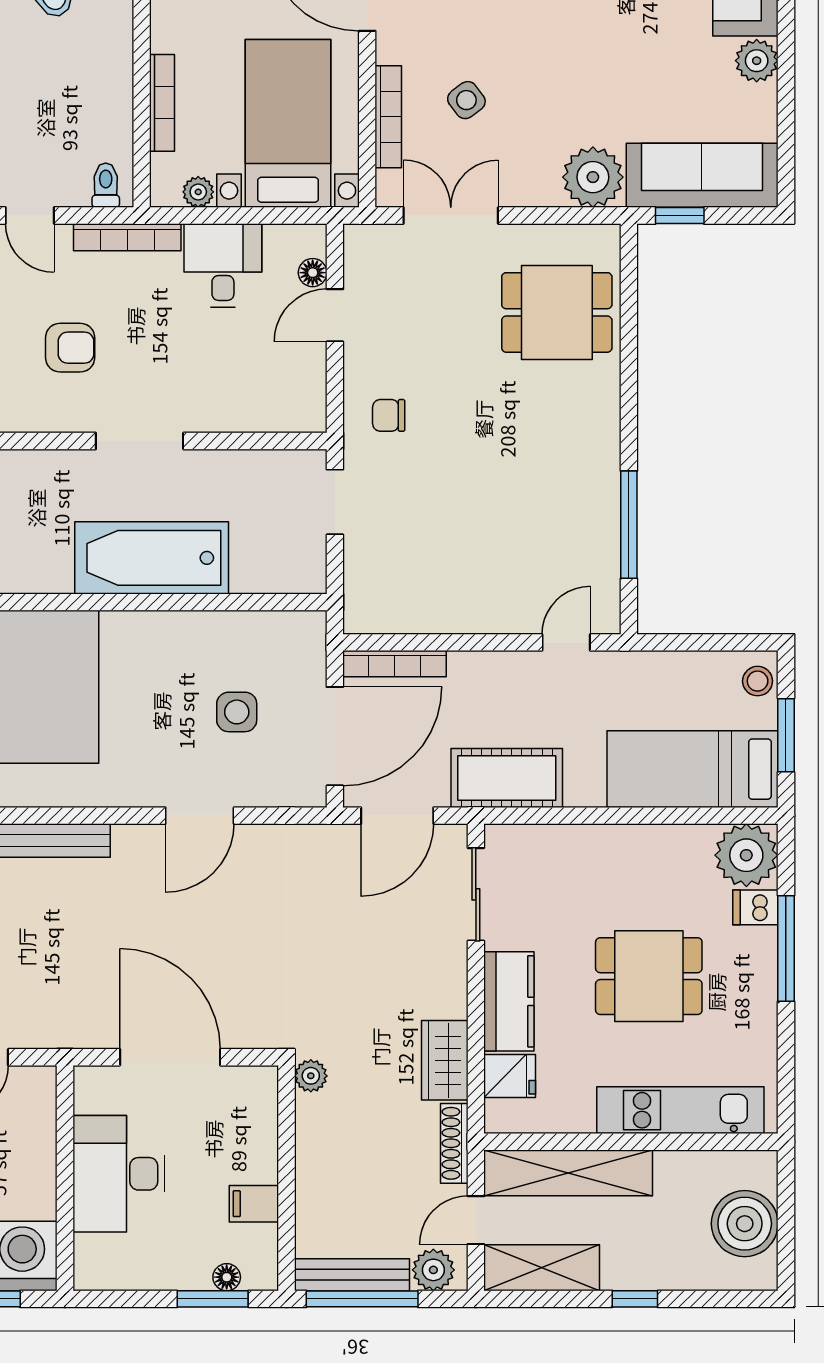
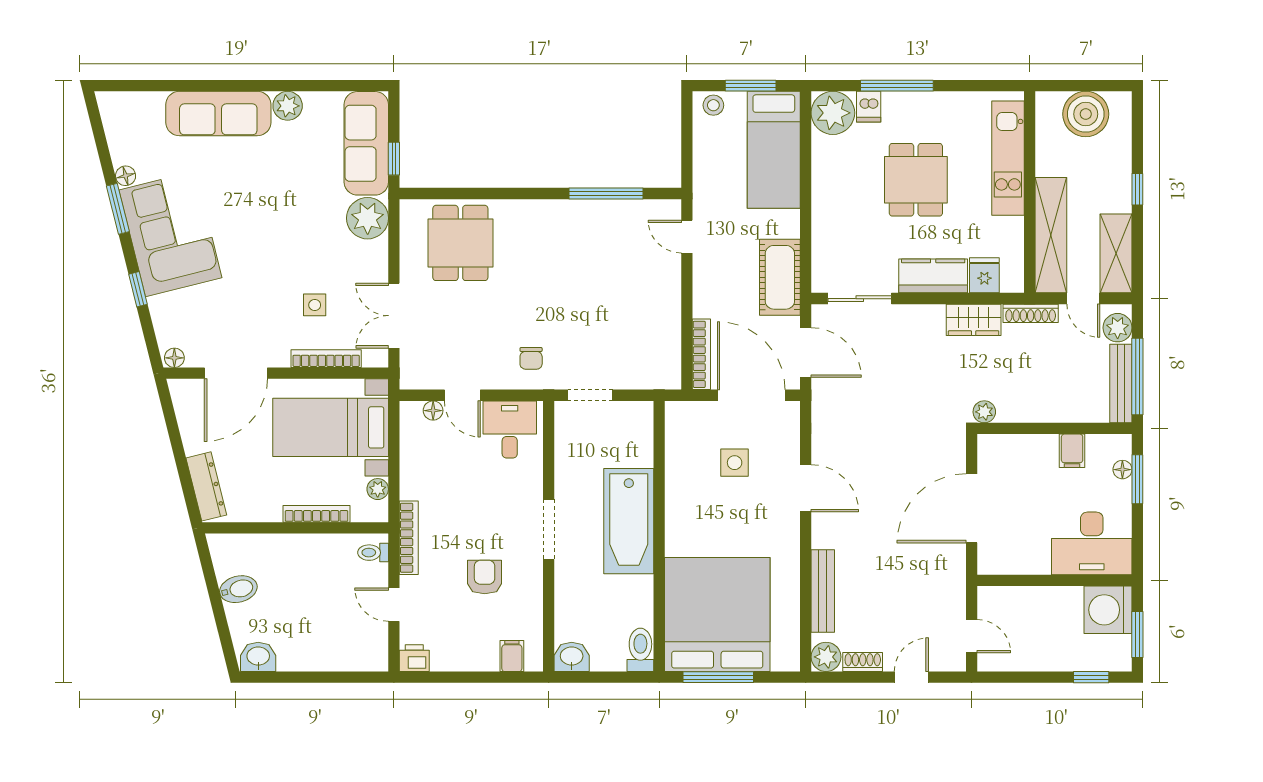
side table: (466, 100) -> (315, 305), turned 37
door: (30, 215) -> (394, 605), swing flipped
desk: (223, 265) -> (510, 430), moved, turned 90
desk: (119, 1174) -> (1092, 543), moved

